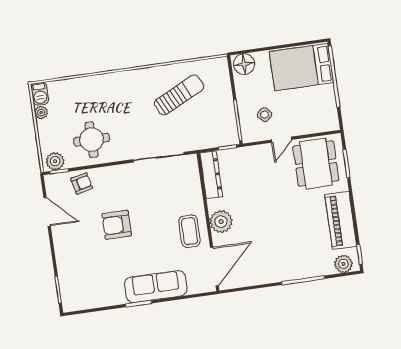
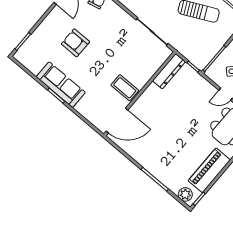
plant: (221, 222) -> (147, 101), removed
armchair: (117, 225) -> (75, 43), moved
coffee table: (189, 231) -> (125, 88), turned 90
sofa: (156, 287) -> (61, 85), moved

